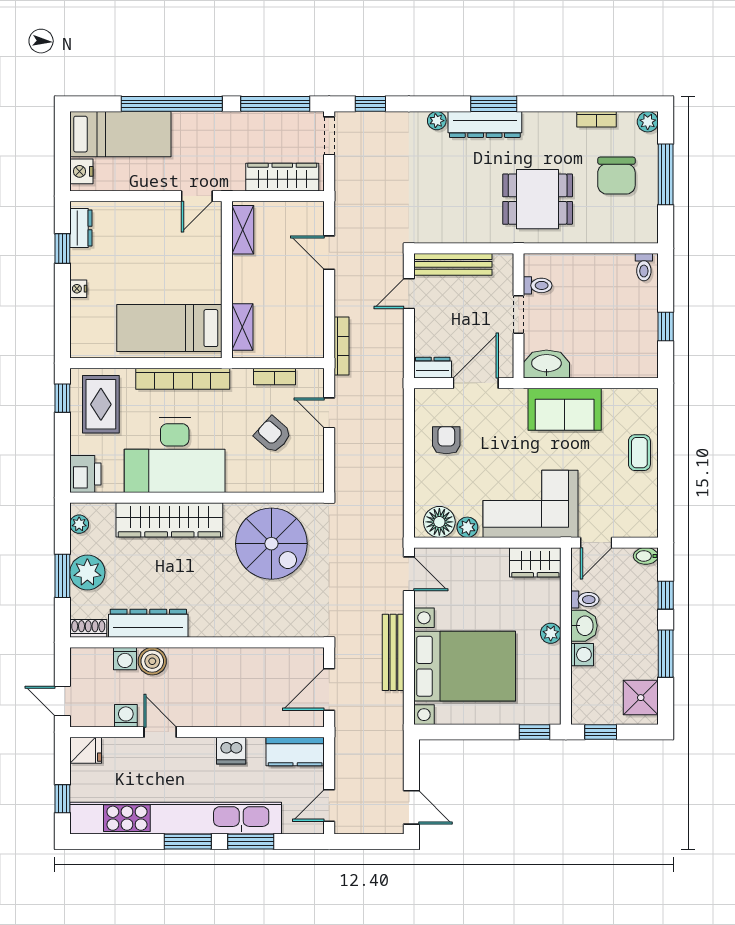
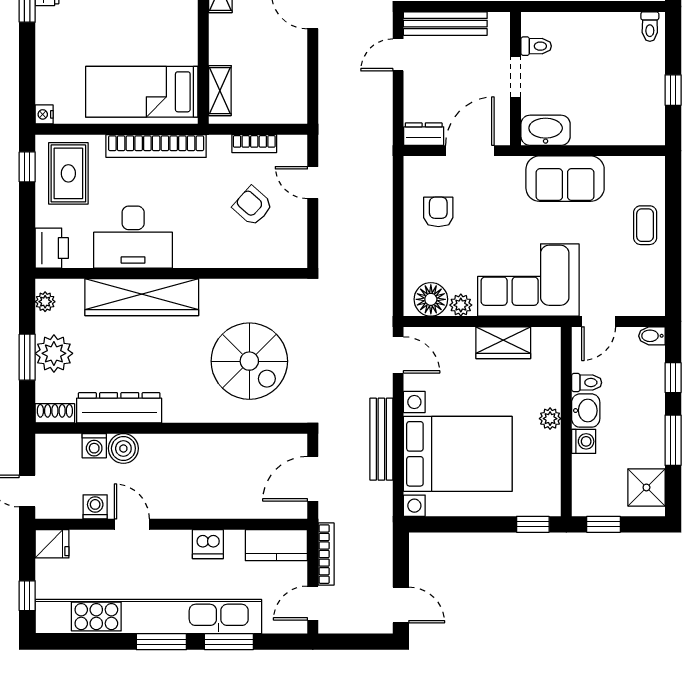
nightstand: (78, 289) -> (44, 114), moved
bookcase: (342, 346) -> (326, 554), moved
desk: (175, 455) -> (133, 237), width x0.73, depth x0.77
spiral stairs: (271, 544) -> (249, 361), moved
wardrobe: (535, 562) -> (503, 343), moved

